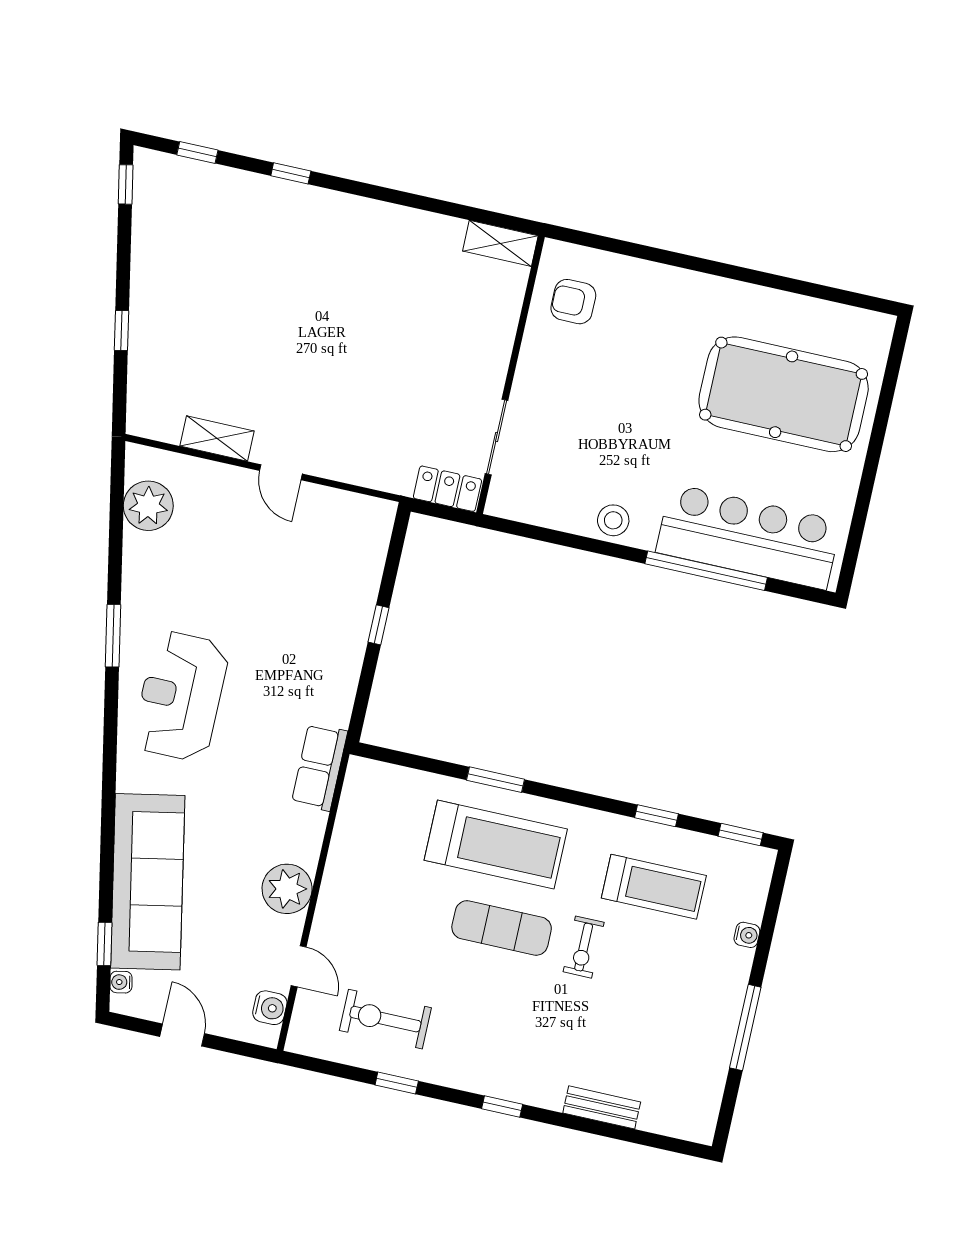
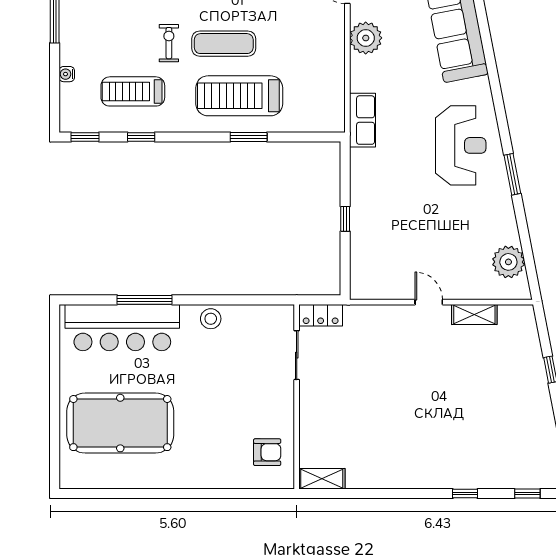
window: (706, 571) -> (144, 300), width x0.68

